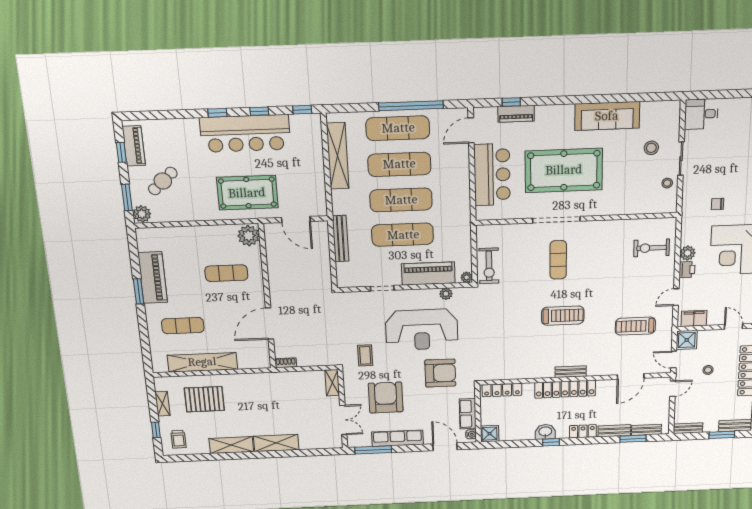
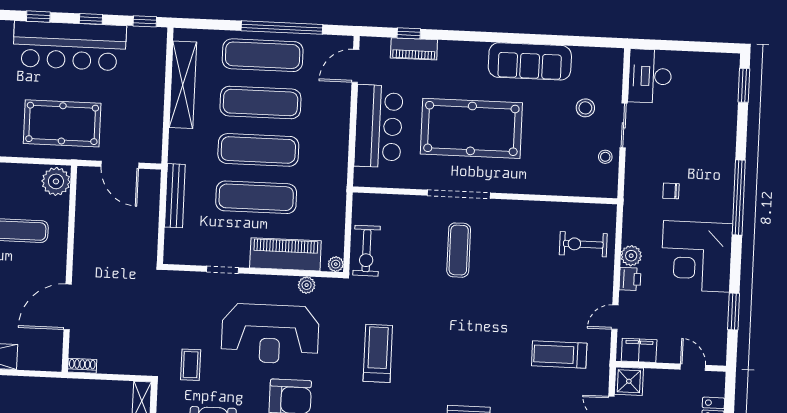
desk: (701, 114) -> (650, 76), width x1.37
treadmill: (563, 316) -> (378, 353), moved, turned -90

